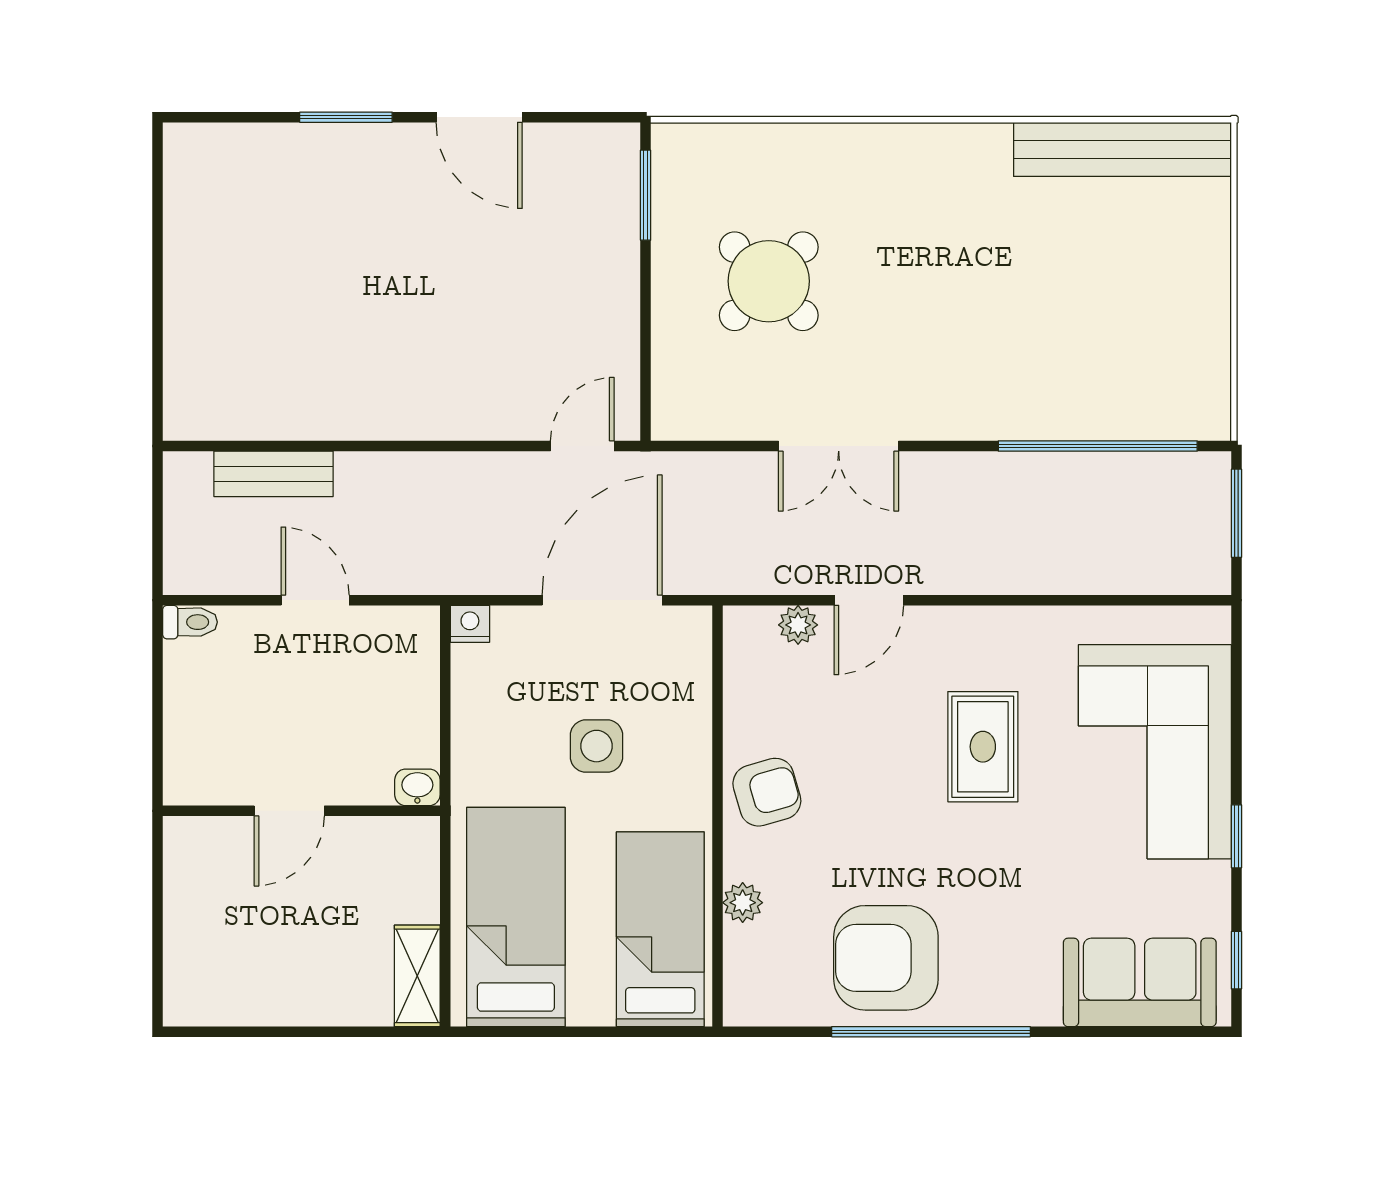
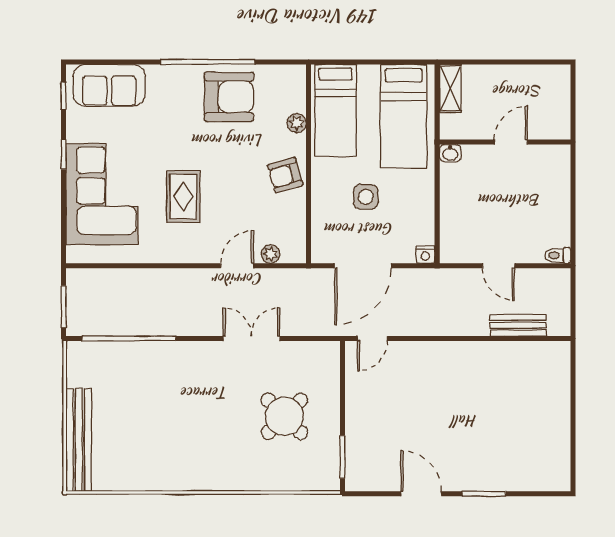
bench: (1122, 149) -> (79, 440), moved, turned 90
washbasin: (417, 787) -> (450, 153), moved
door: (289, 811) -> (511, 142), moved
wall: (301, 811) -> (505, 142), moved

